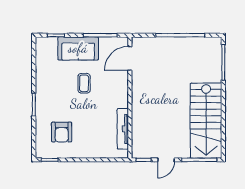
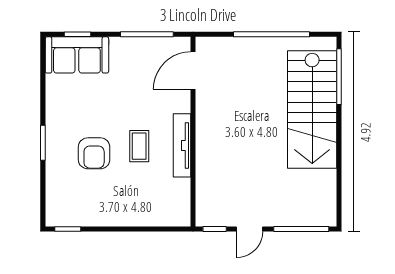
sofa: (78, 48) -> (77, 55), moved
coffee table: (84, 83) -> (139, 146), moved
stairs: (206, 121) -> (312, 109), moved
tv unit: (123, 129) -> (182, 145), moved
armchair: (62, 132) -> (94, 153), moved

